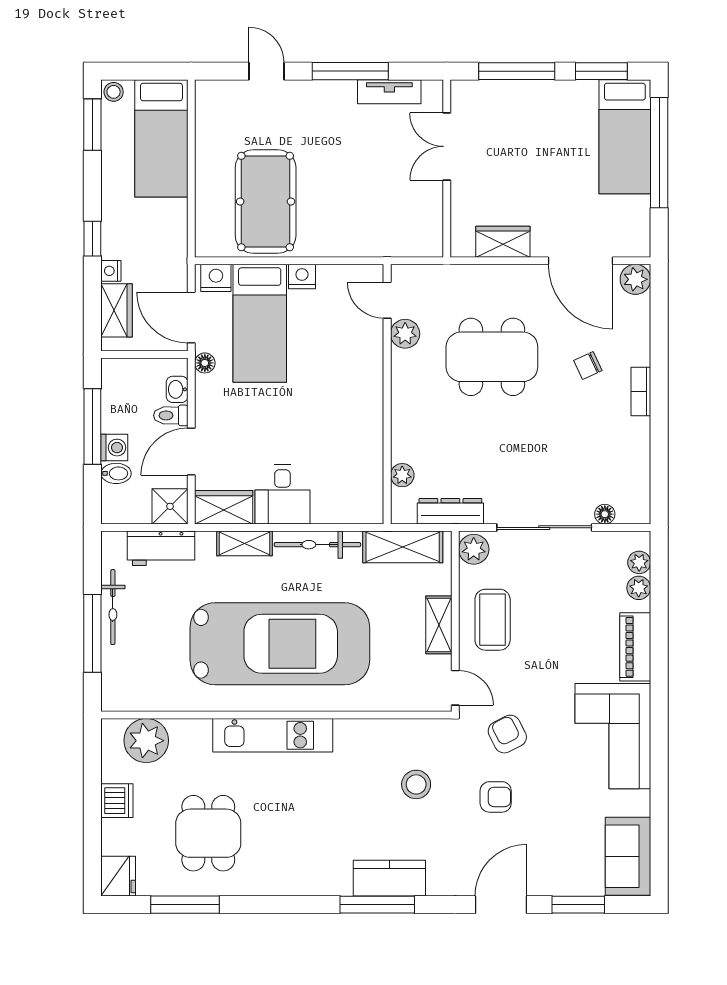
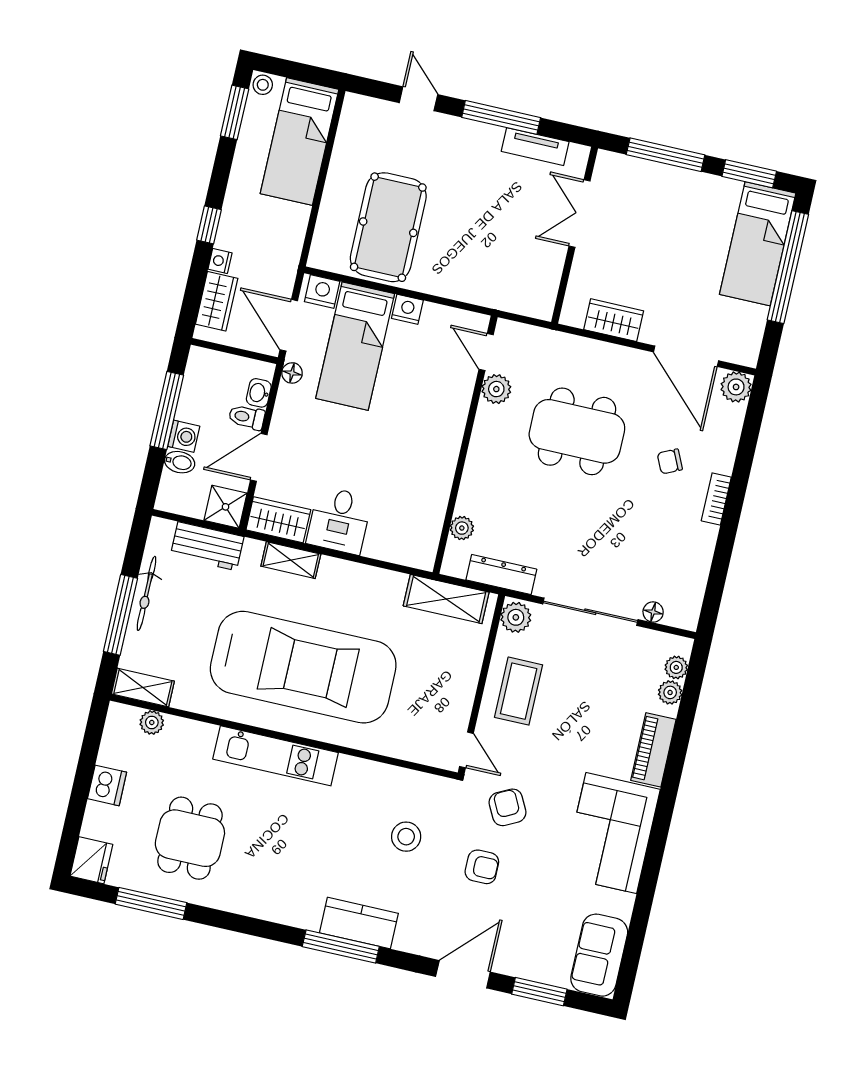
bicycle: (317, 545) -> (363, 578), removed
shelving: (439, 625) -> (143, 688), moved, turned 90
plant: (146, 741) -> (152, 722), width x0.53, depth x0.53

